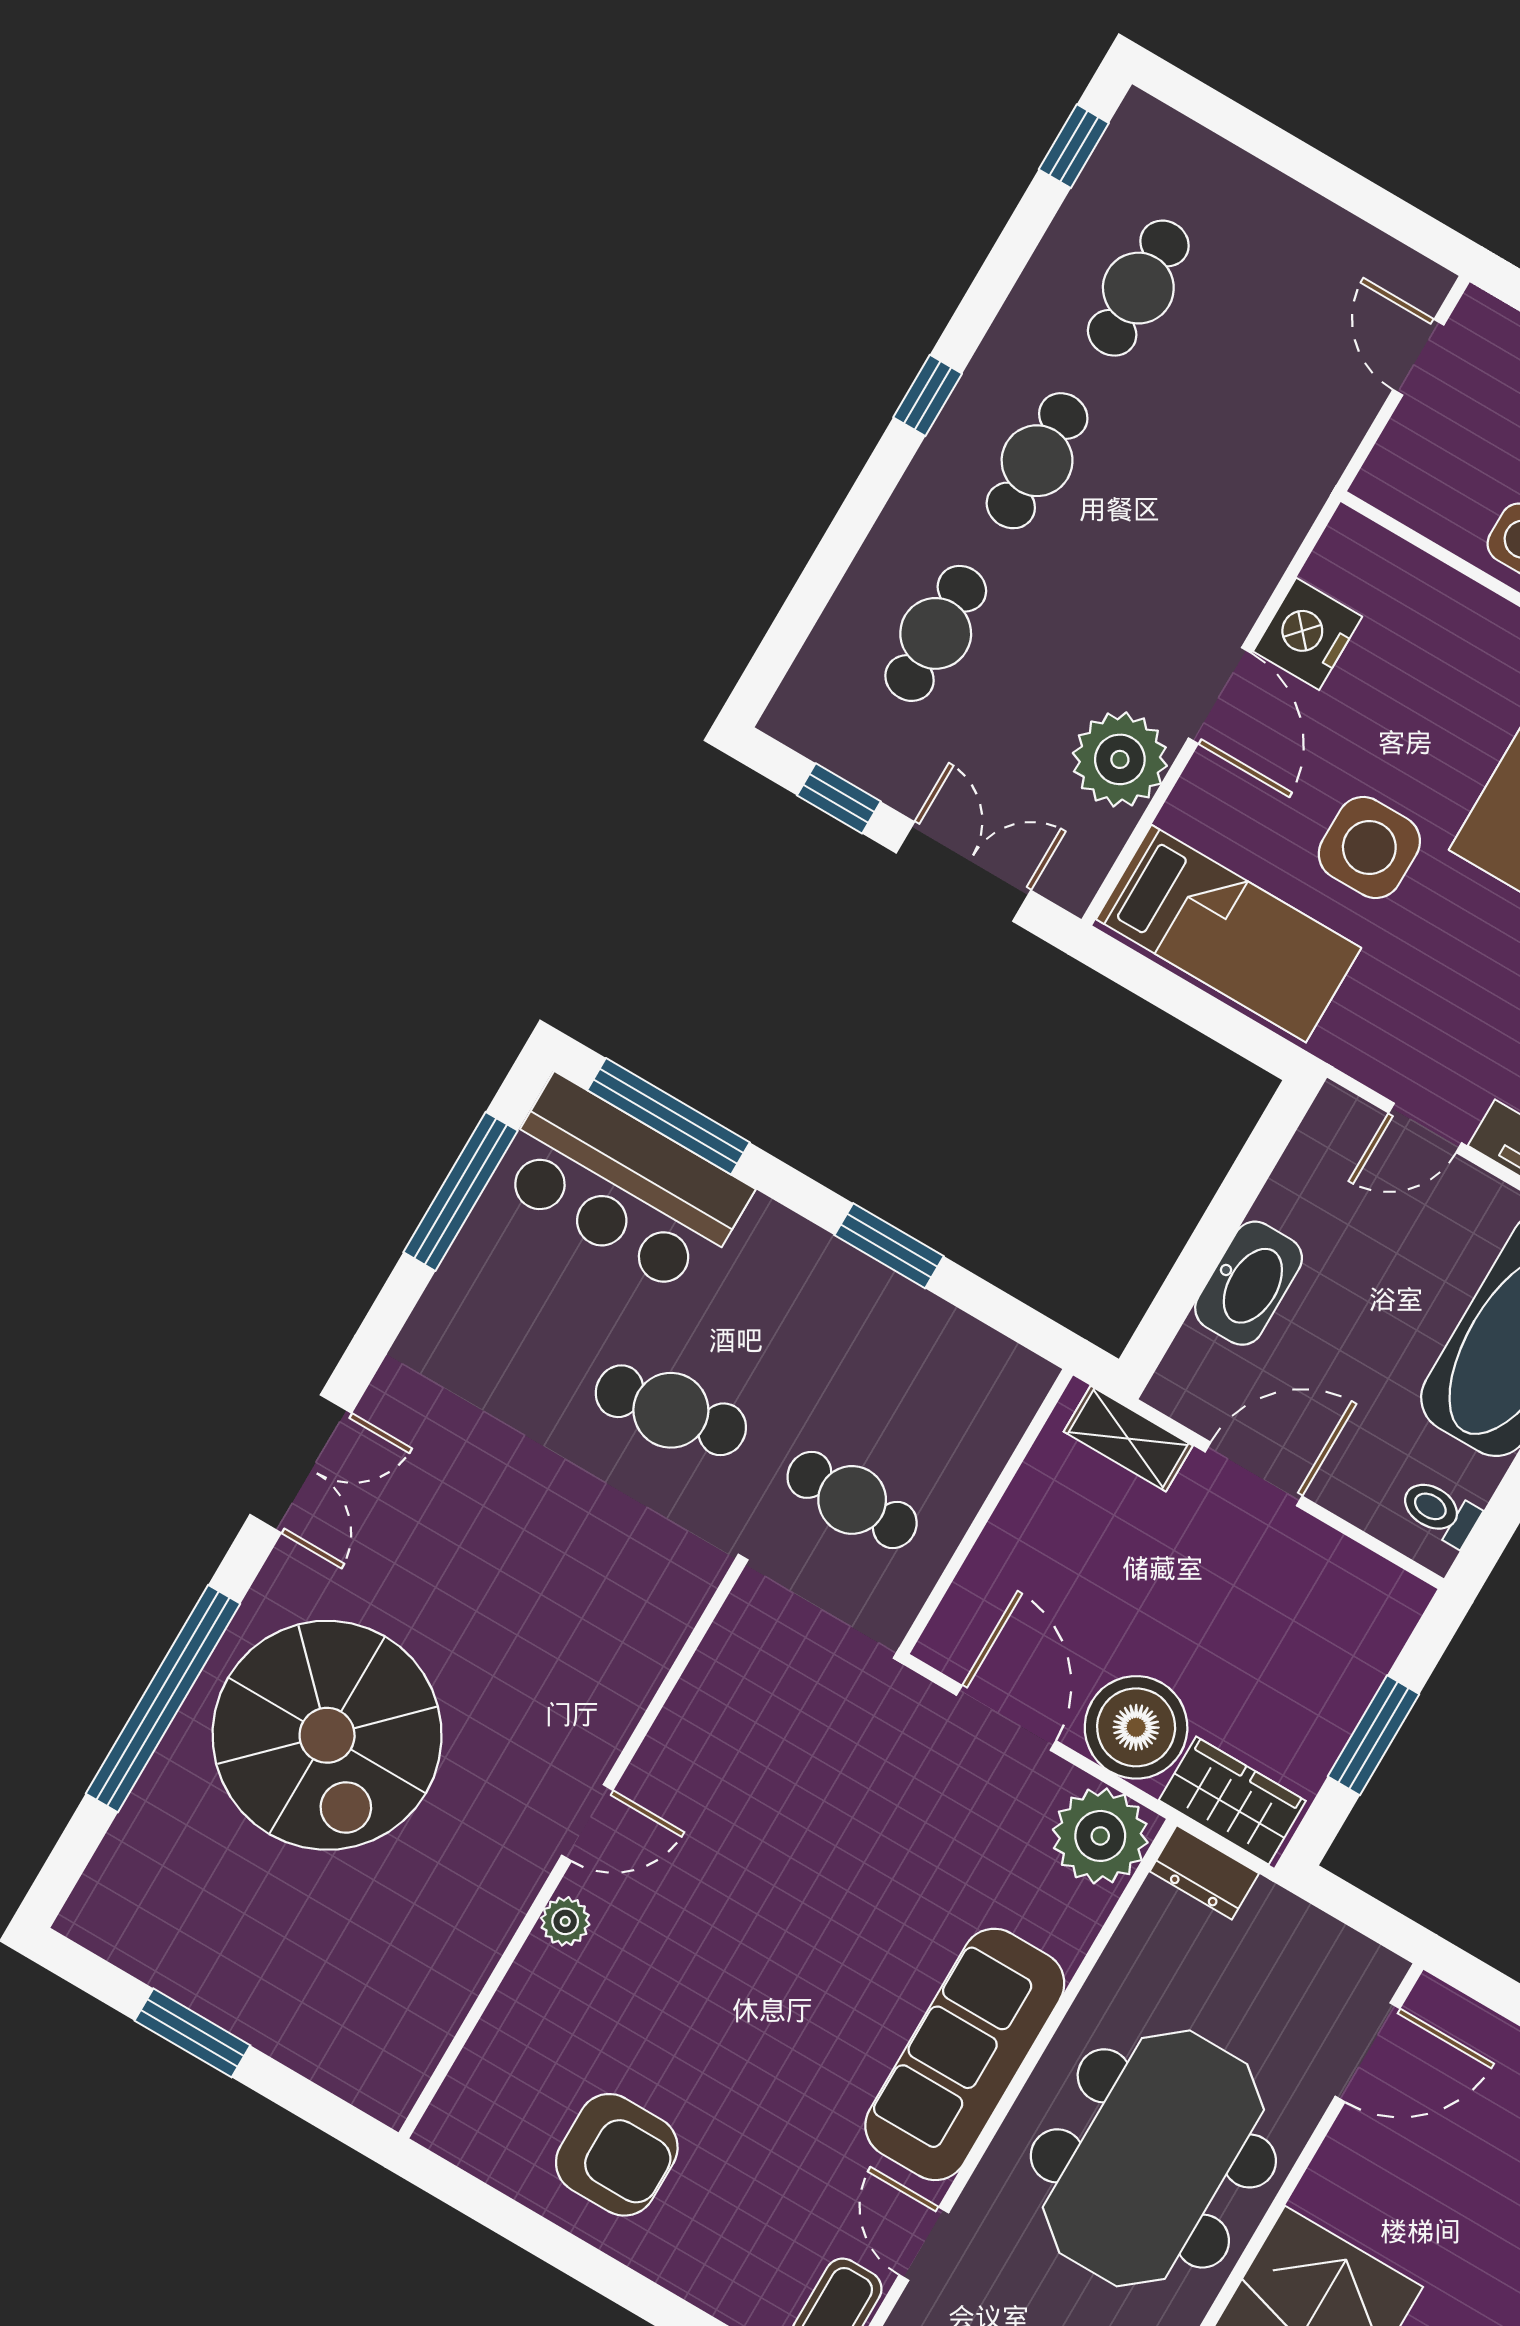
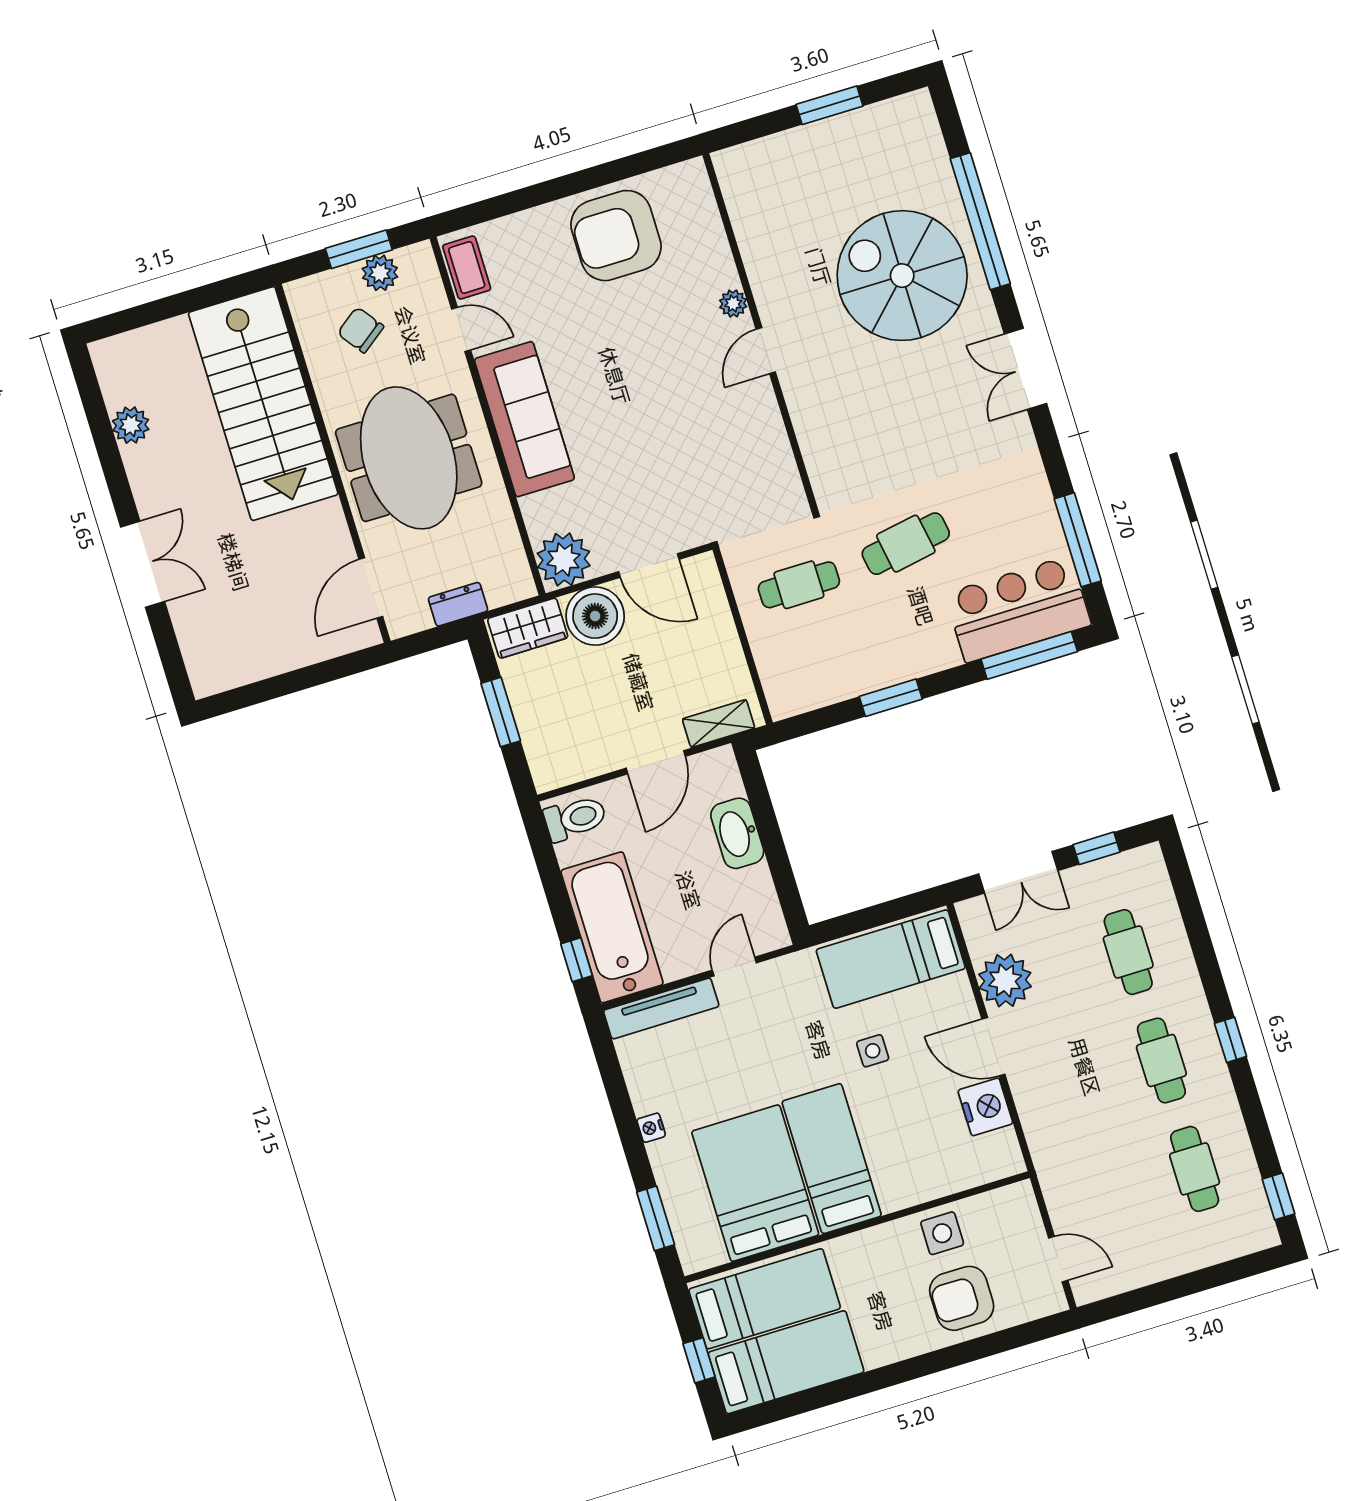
side table: (1369, 847) -> (873, 1051), width x0.54, depth x0.54
toilet: (1439, 1512) -> (575, 818), width x1.37, depth x1.39
dresser: (1204, 1872) -> (458, 604), moved
armchair: (617, 2155) -> (616, 236), width x1.36, depth x1.36

